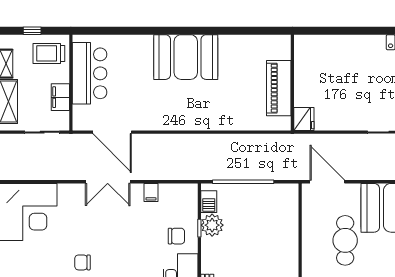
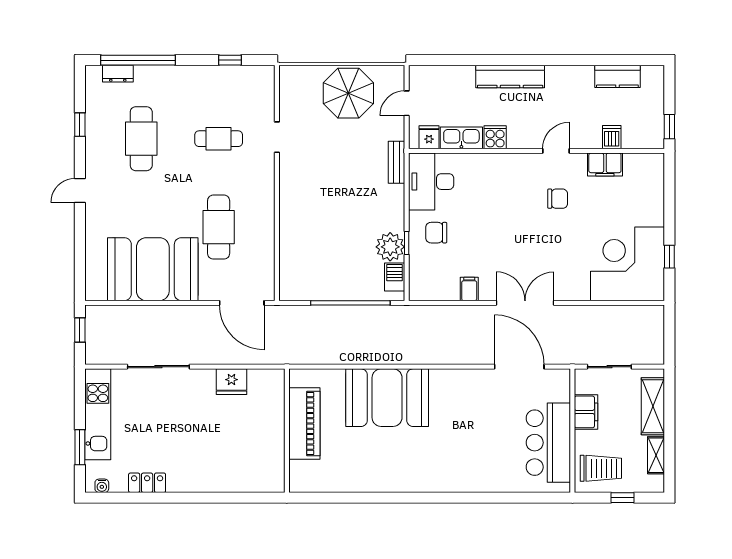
booth: (186, 57) -> (387, 398), moved
fridge: (304, 119) -> (231, 382), moved, turned -90

